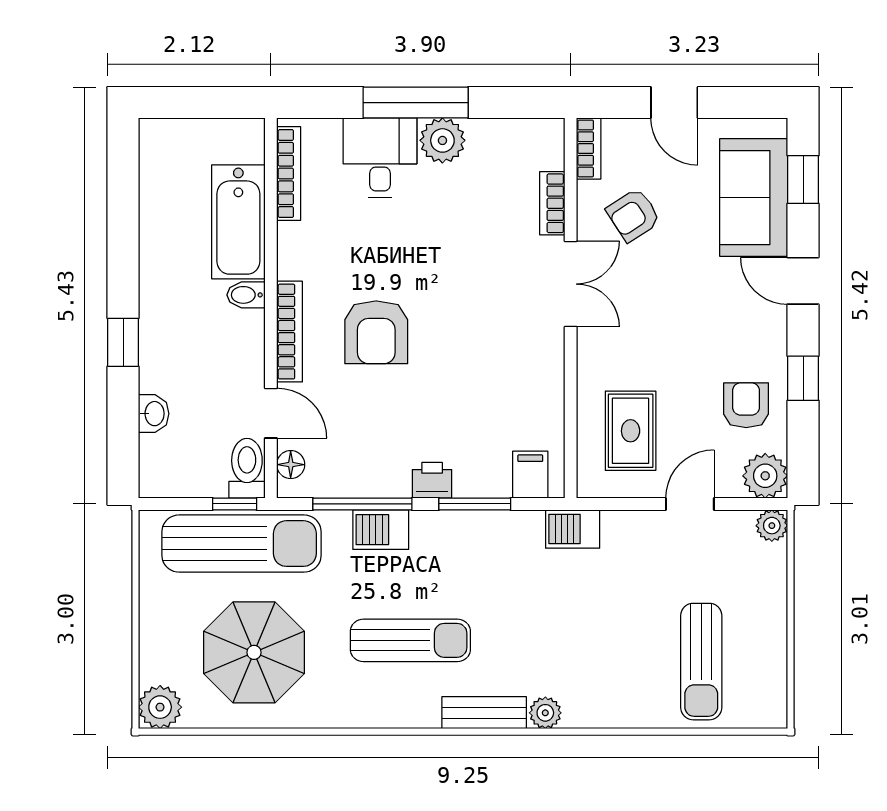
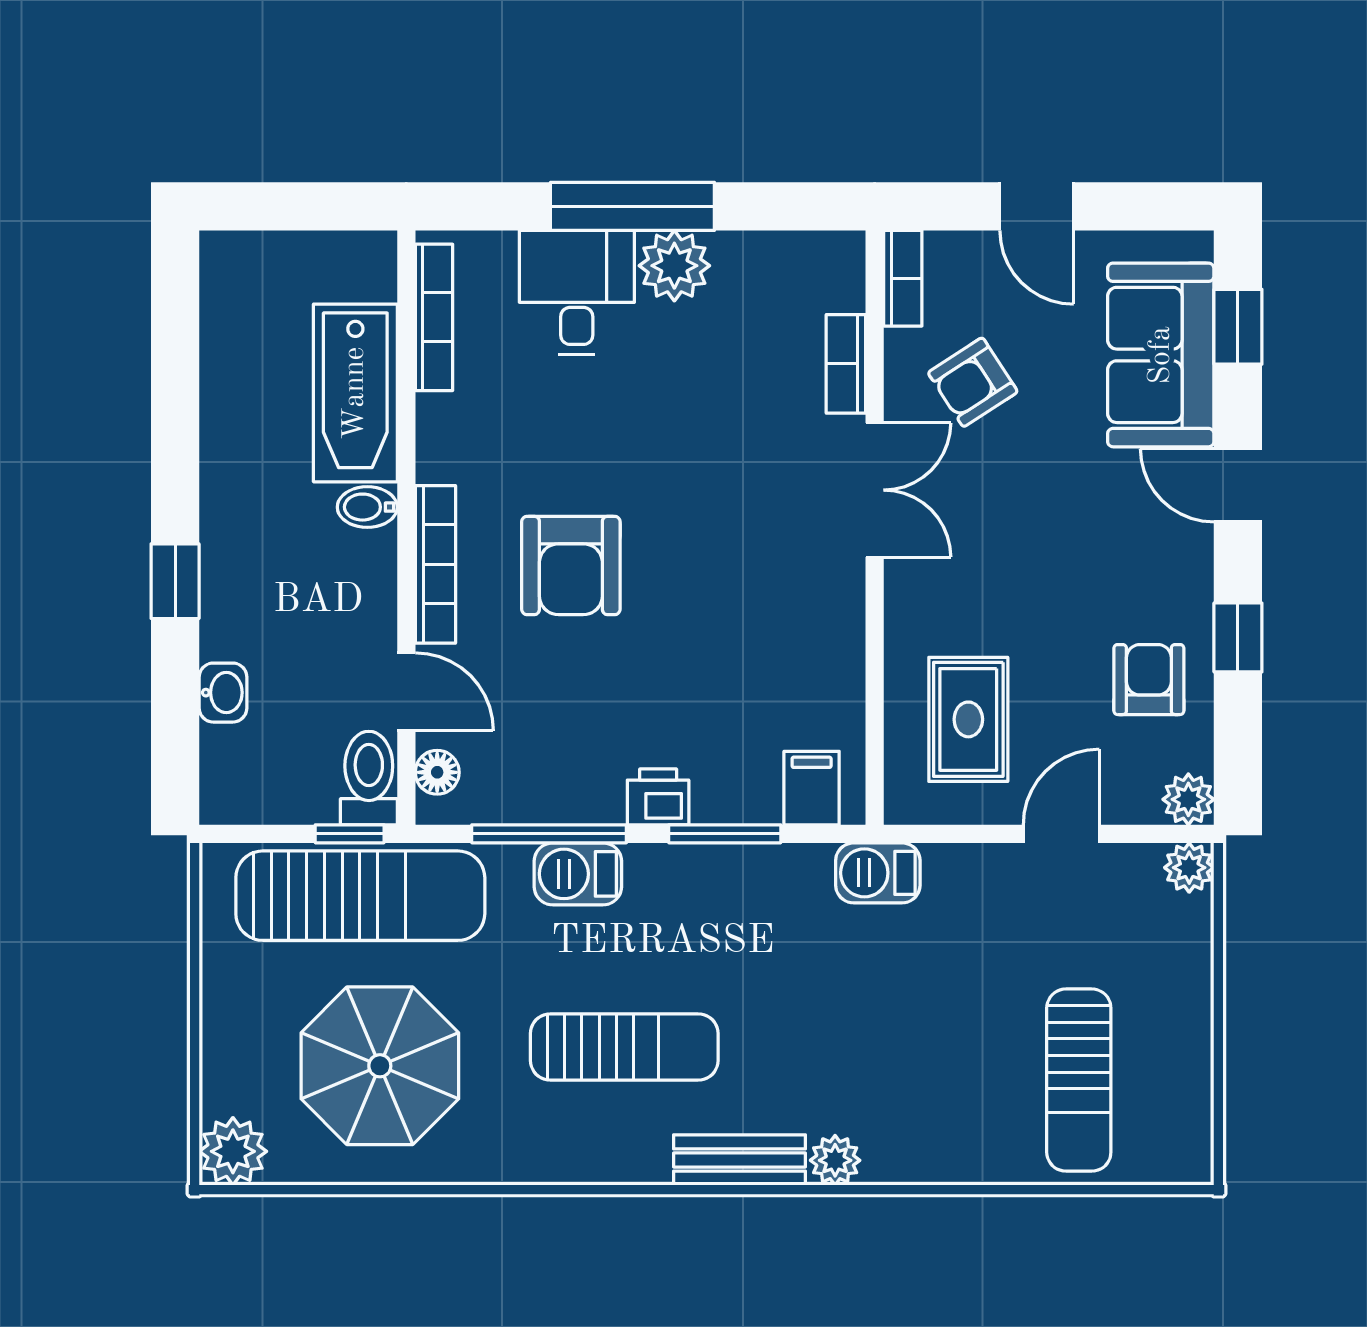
plant: (765, 476) -> (1188, 799), width x0.73, depth x0.73

